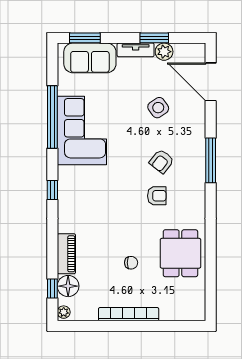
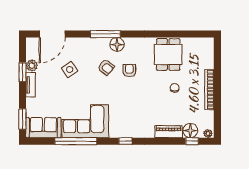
sofa: (90, 58) -> (43, 128), moved, turned -90
floor lamp: (195, 178) -> (117, 44), added
dining table: (180, 253) -> (168, 54), turned 90

